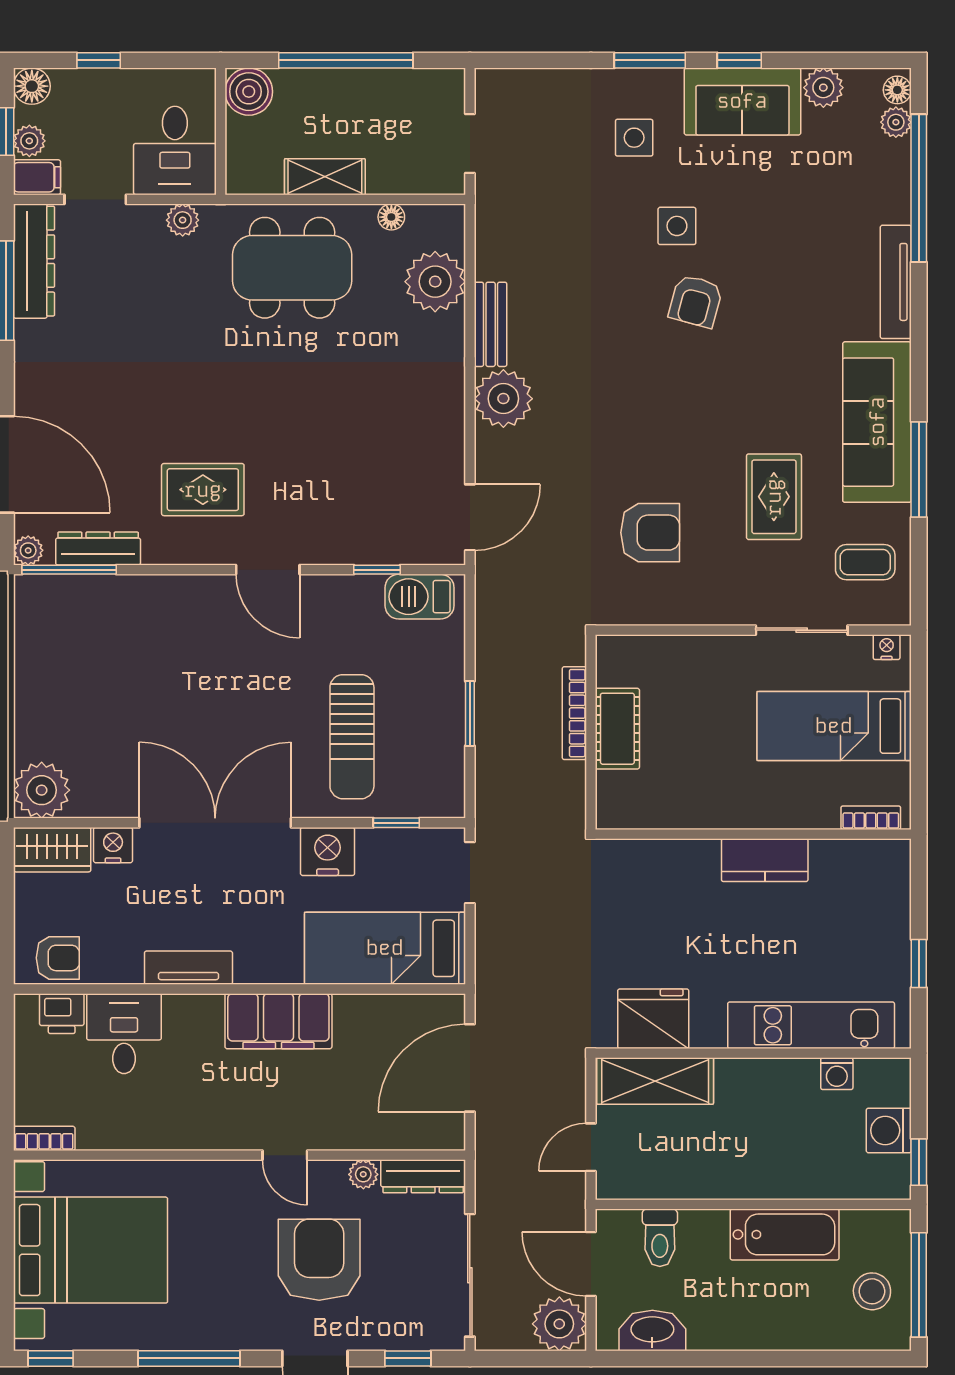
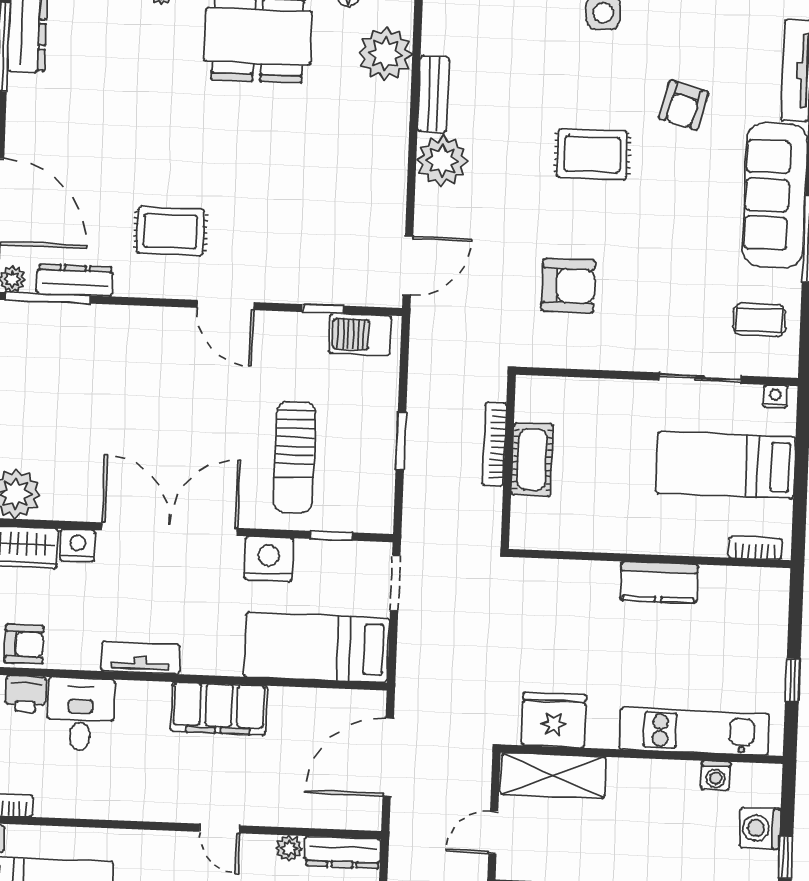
armchair: (696, 301) -> (684, 105), moved
rug: (774, 497) -> (592, 154), moved, turned 90

